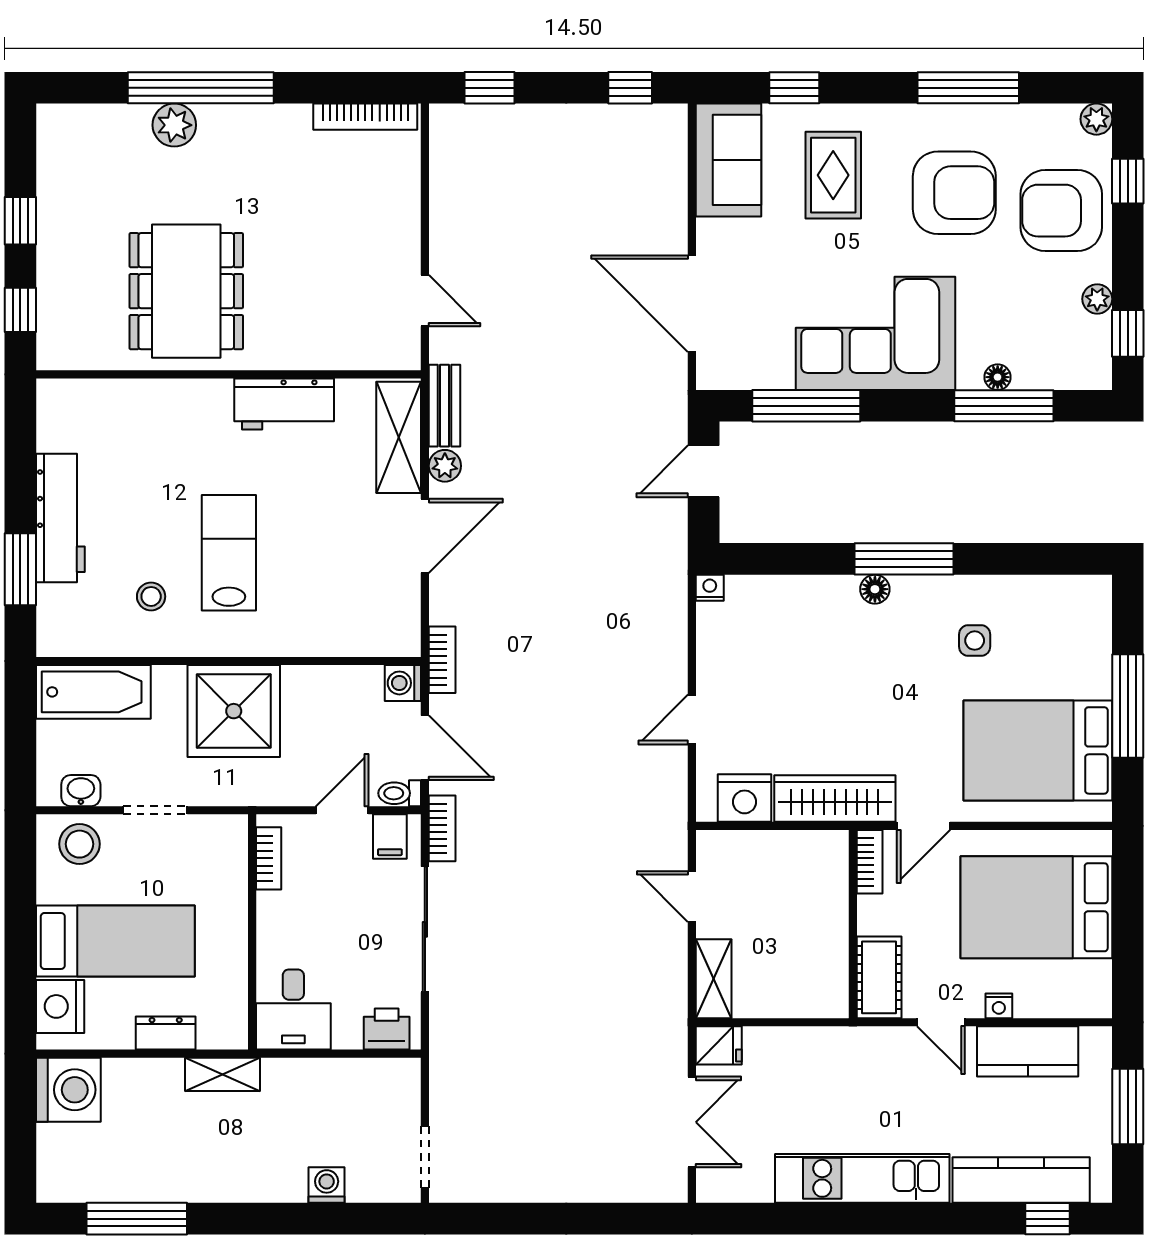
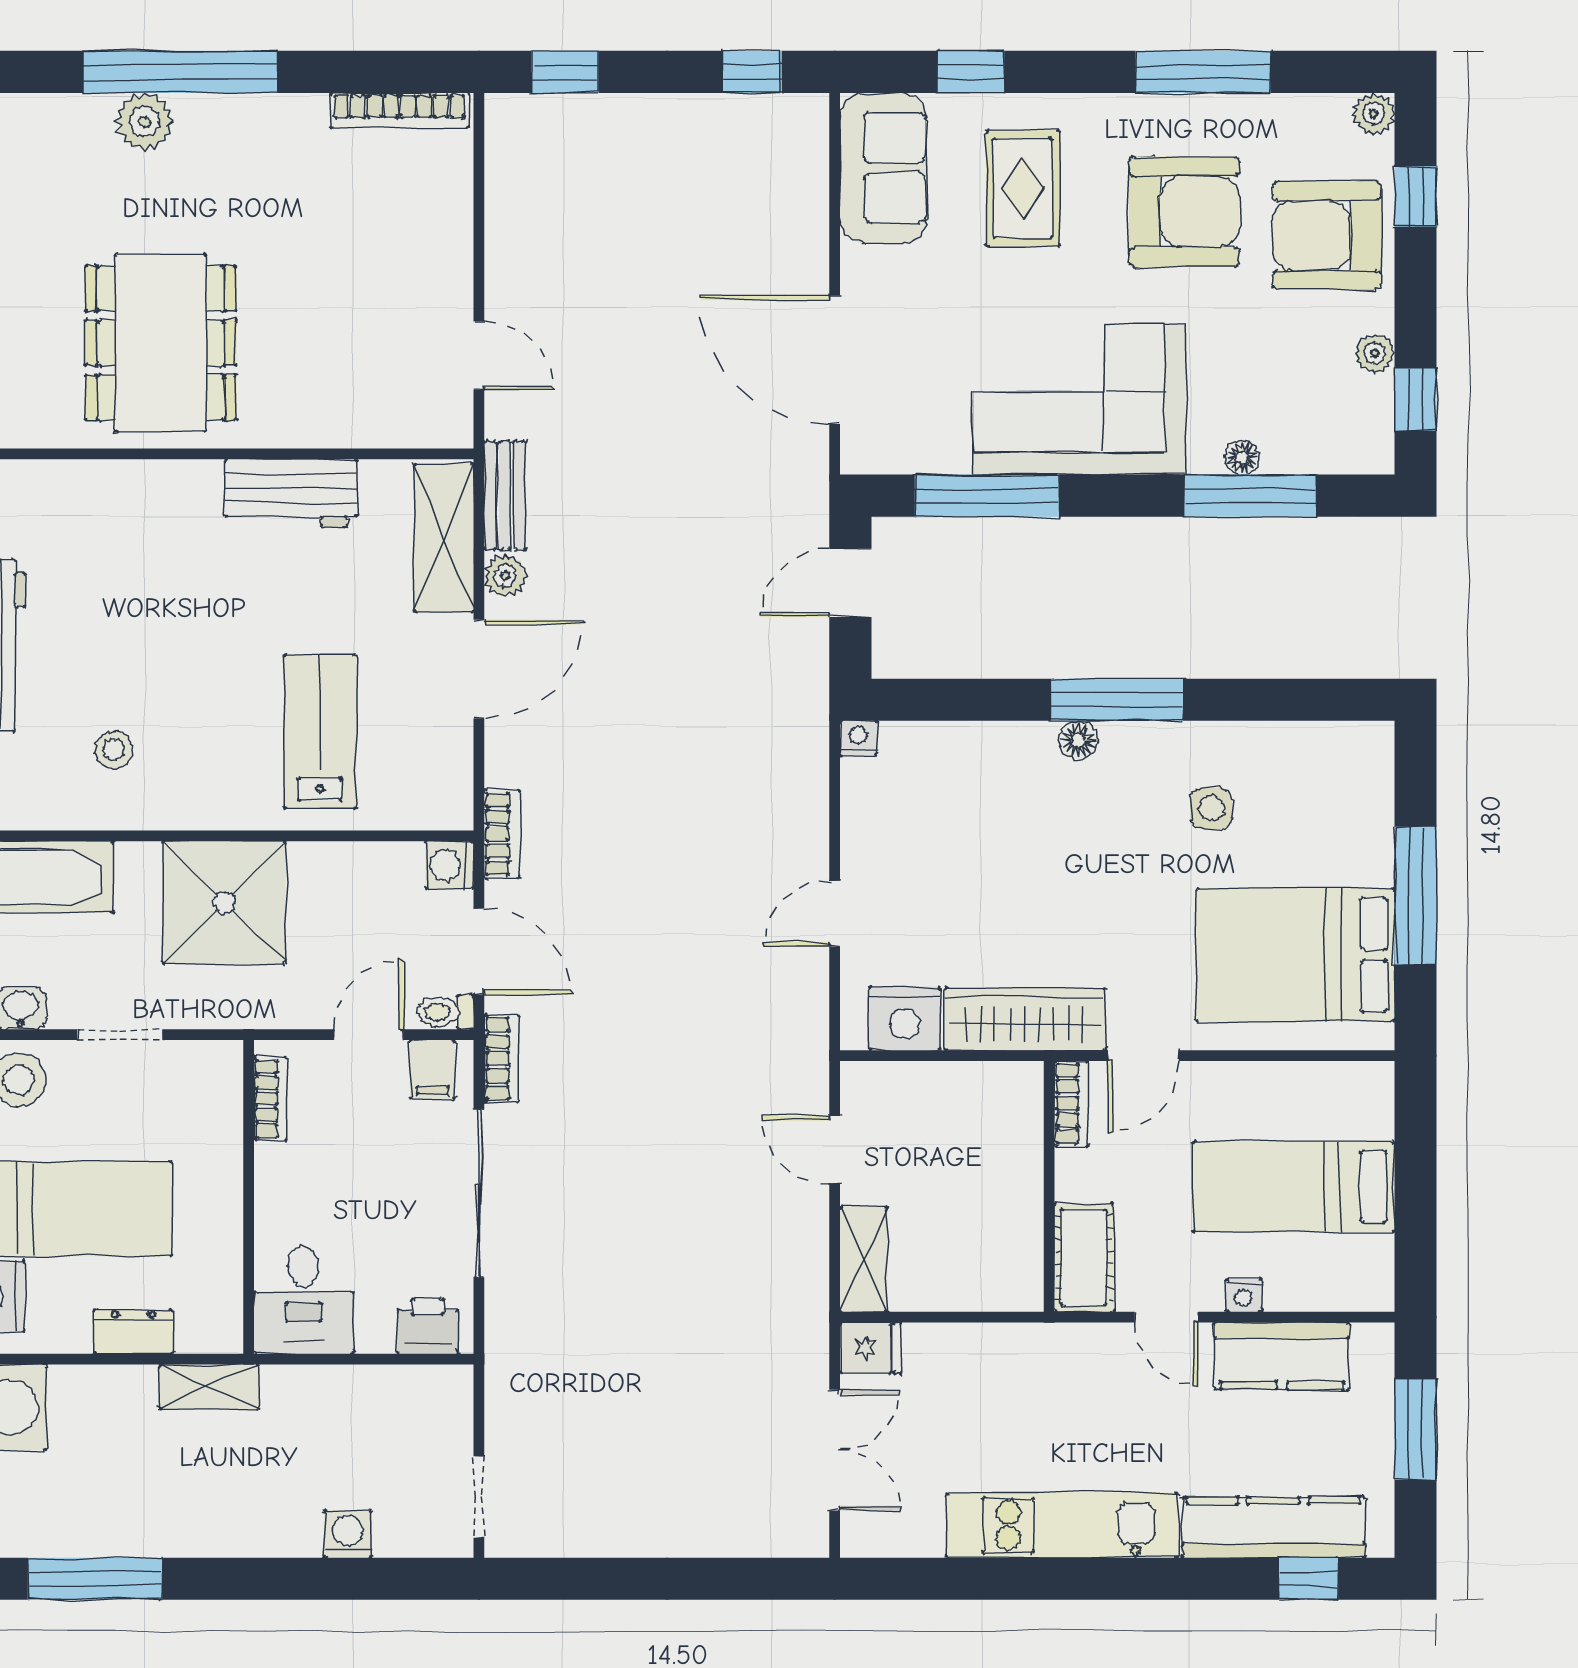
lab bench: (229, 553) -> (320, 732), moved
bed: (1036, 907) -> (1294, 1187), width x0.67

